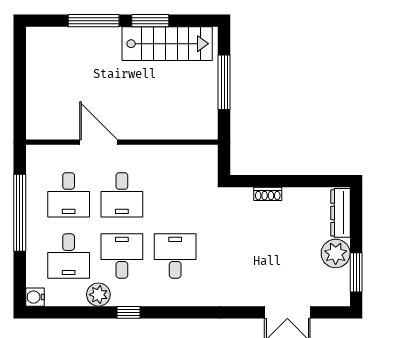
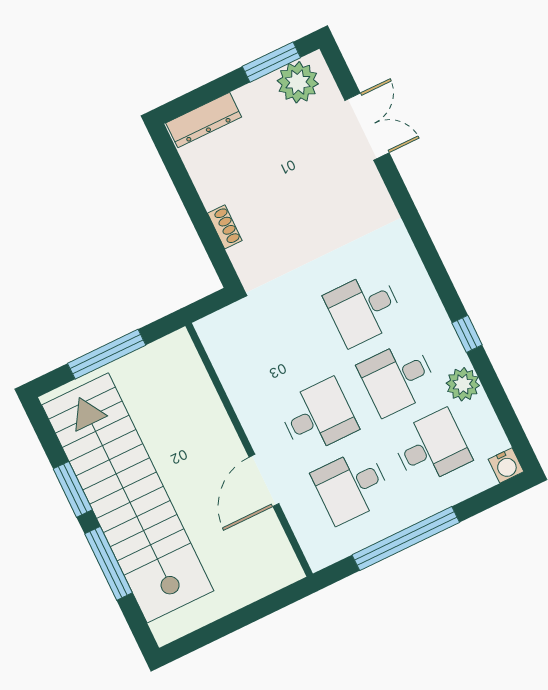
stairs: (167, 44) -> (128, 498), width x1.86, depth x1.51
desk: (69, 195) -> (352, 486), turned 180
plant: (336, 253) -> (298, 82), moved

